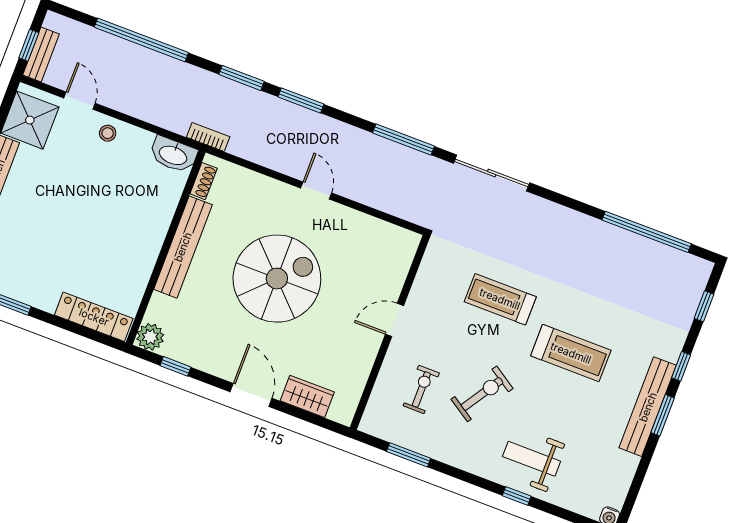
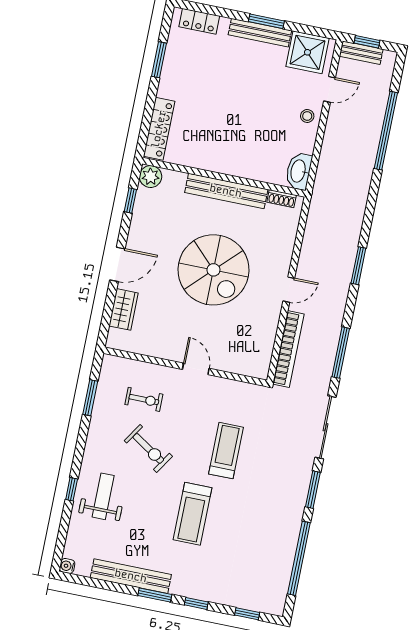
window: (241, 78) -> (313, 490), moved
bookcase: (208, 137) -> (288, 349), moved, width x2.31, depth x1.31
bench: (648, 407) -> (131, 576), moved

